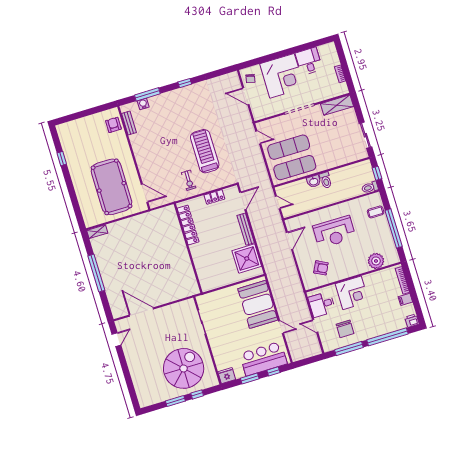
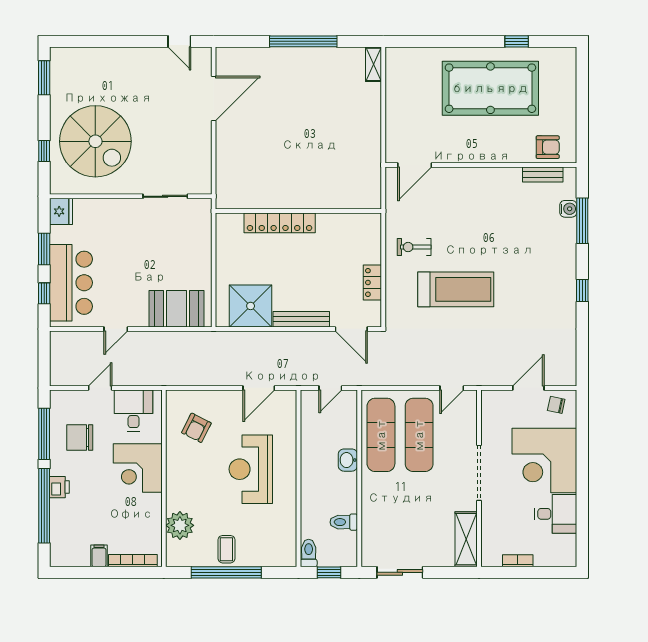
toilet: (326, 180) -> (344, 522), moved
pool table: (112, 187) -> (490, 88), moved
coffee table: (376, 212) -> (226, 549), moved
locker: (188, 225) -> (280, 223), moved
door: (289, 241) -> (259, 388), hinge flipped
booth: (258, 304) -> (176, 309), width x0.73, depth x0.70
printer: (412, 321) -> (59, 487), moved
window: (175, 401) -> (44, 78), moved

